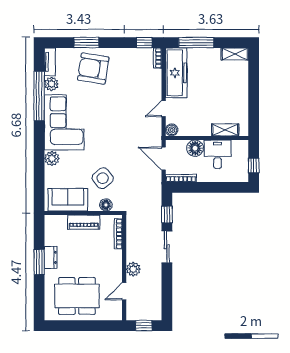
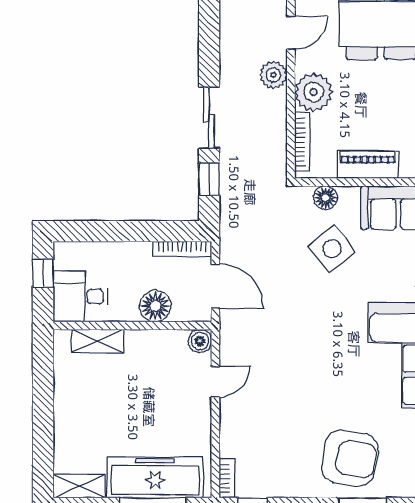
freezer: (176, 73) -> (155, 477), moved, turned 90
desk: (218, 154) -> (80, 296), moved, turned 90
plant: (112, 260) -> (314, 92), added

